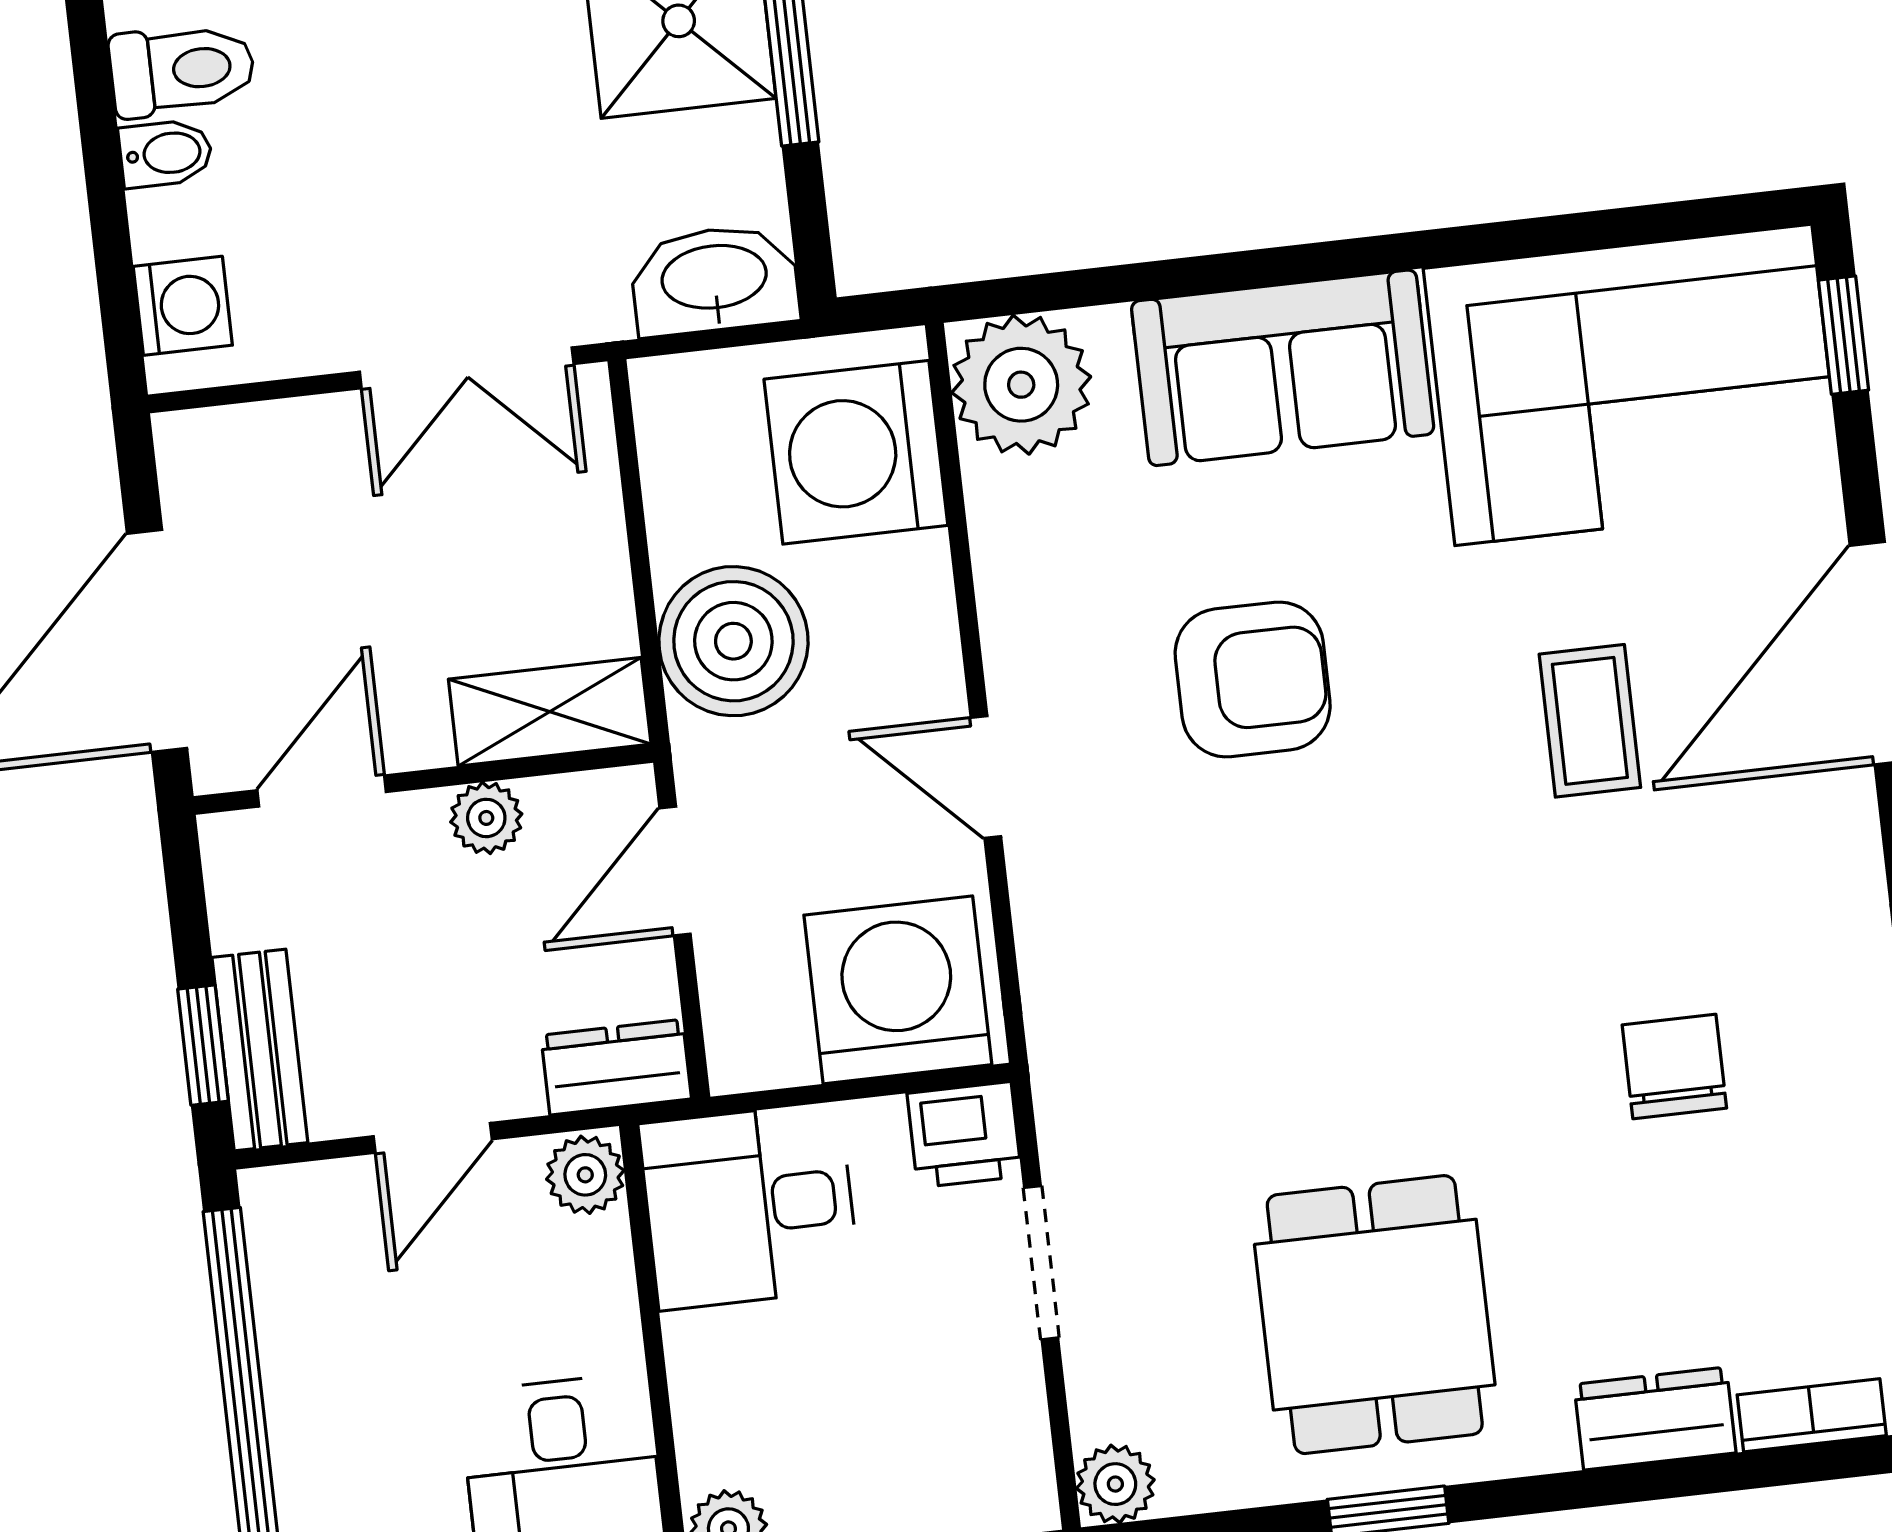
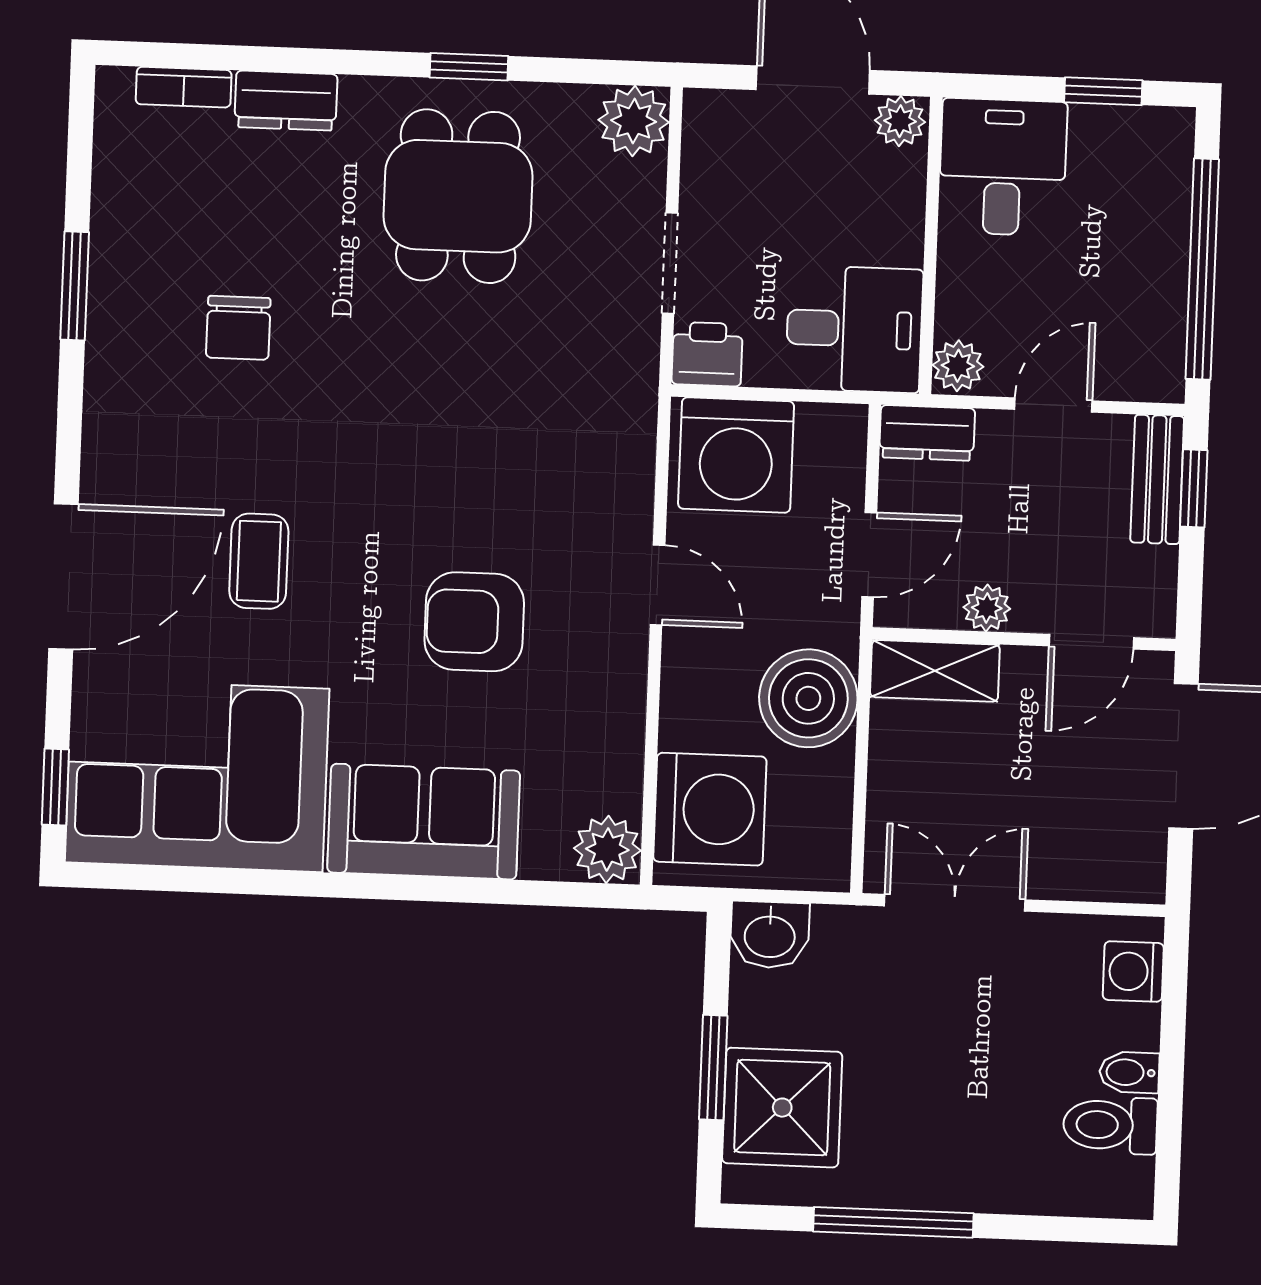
washbasin: (714, 280) -> (770, 935), width x0.72
plant: (1021, 385) -> (607, 849), width x0.73, depth x0.73
plant: (1115, 1484) -> (634, 121), width x1.38, depth x1.38

